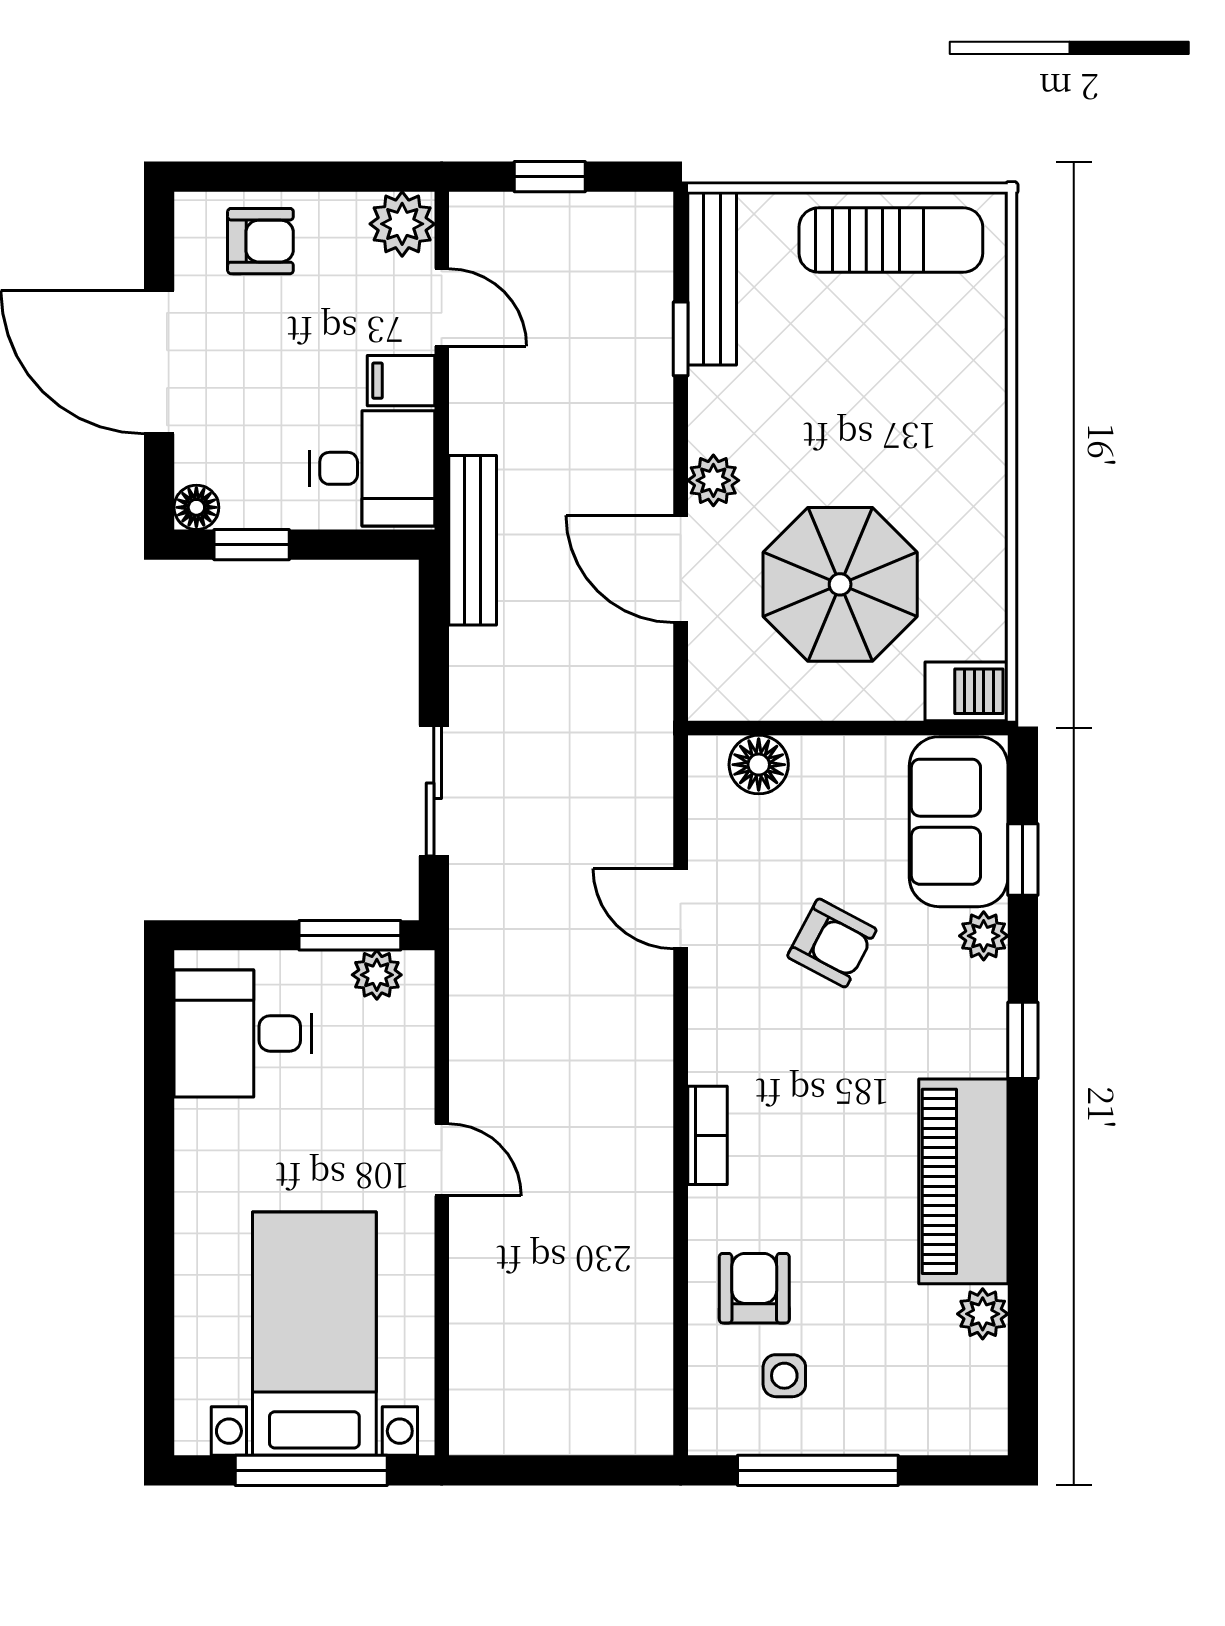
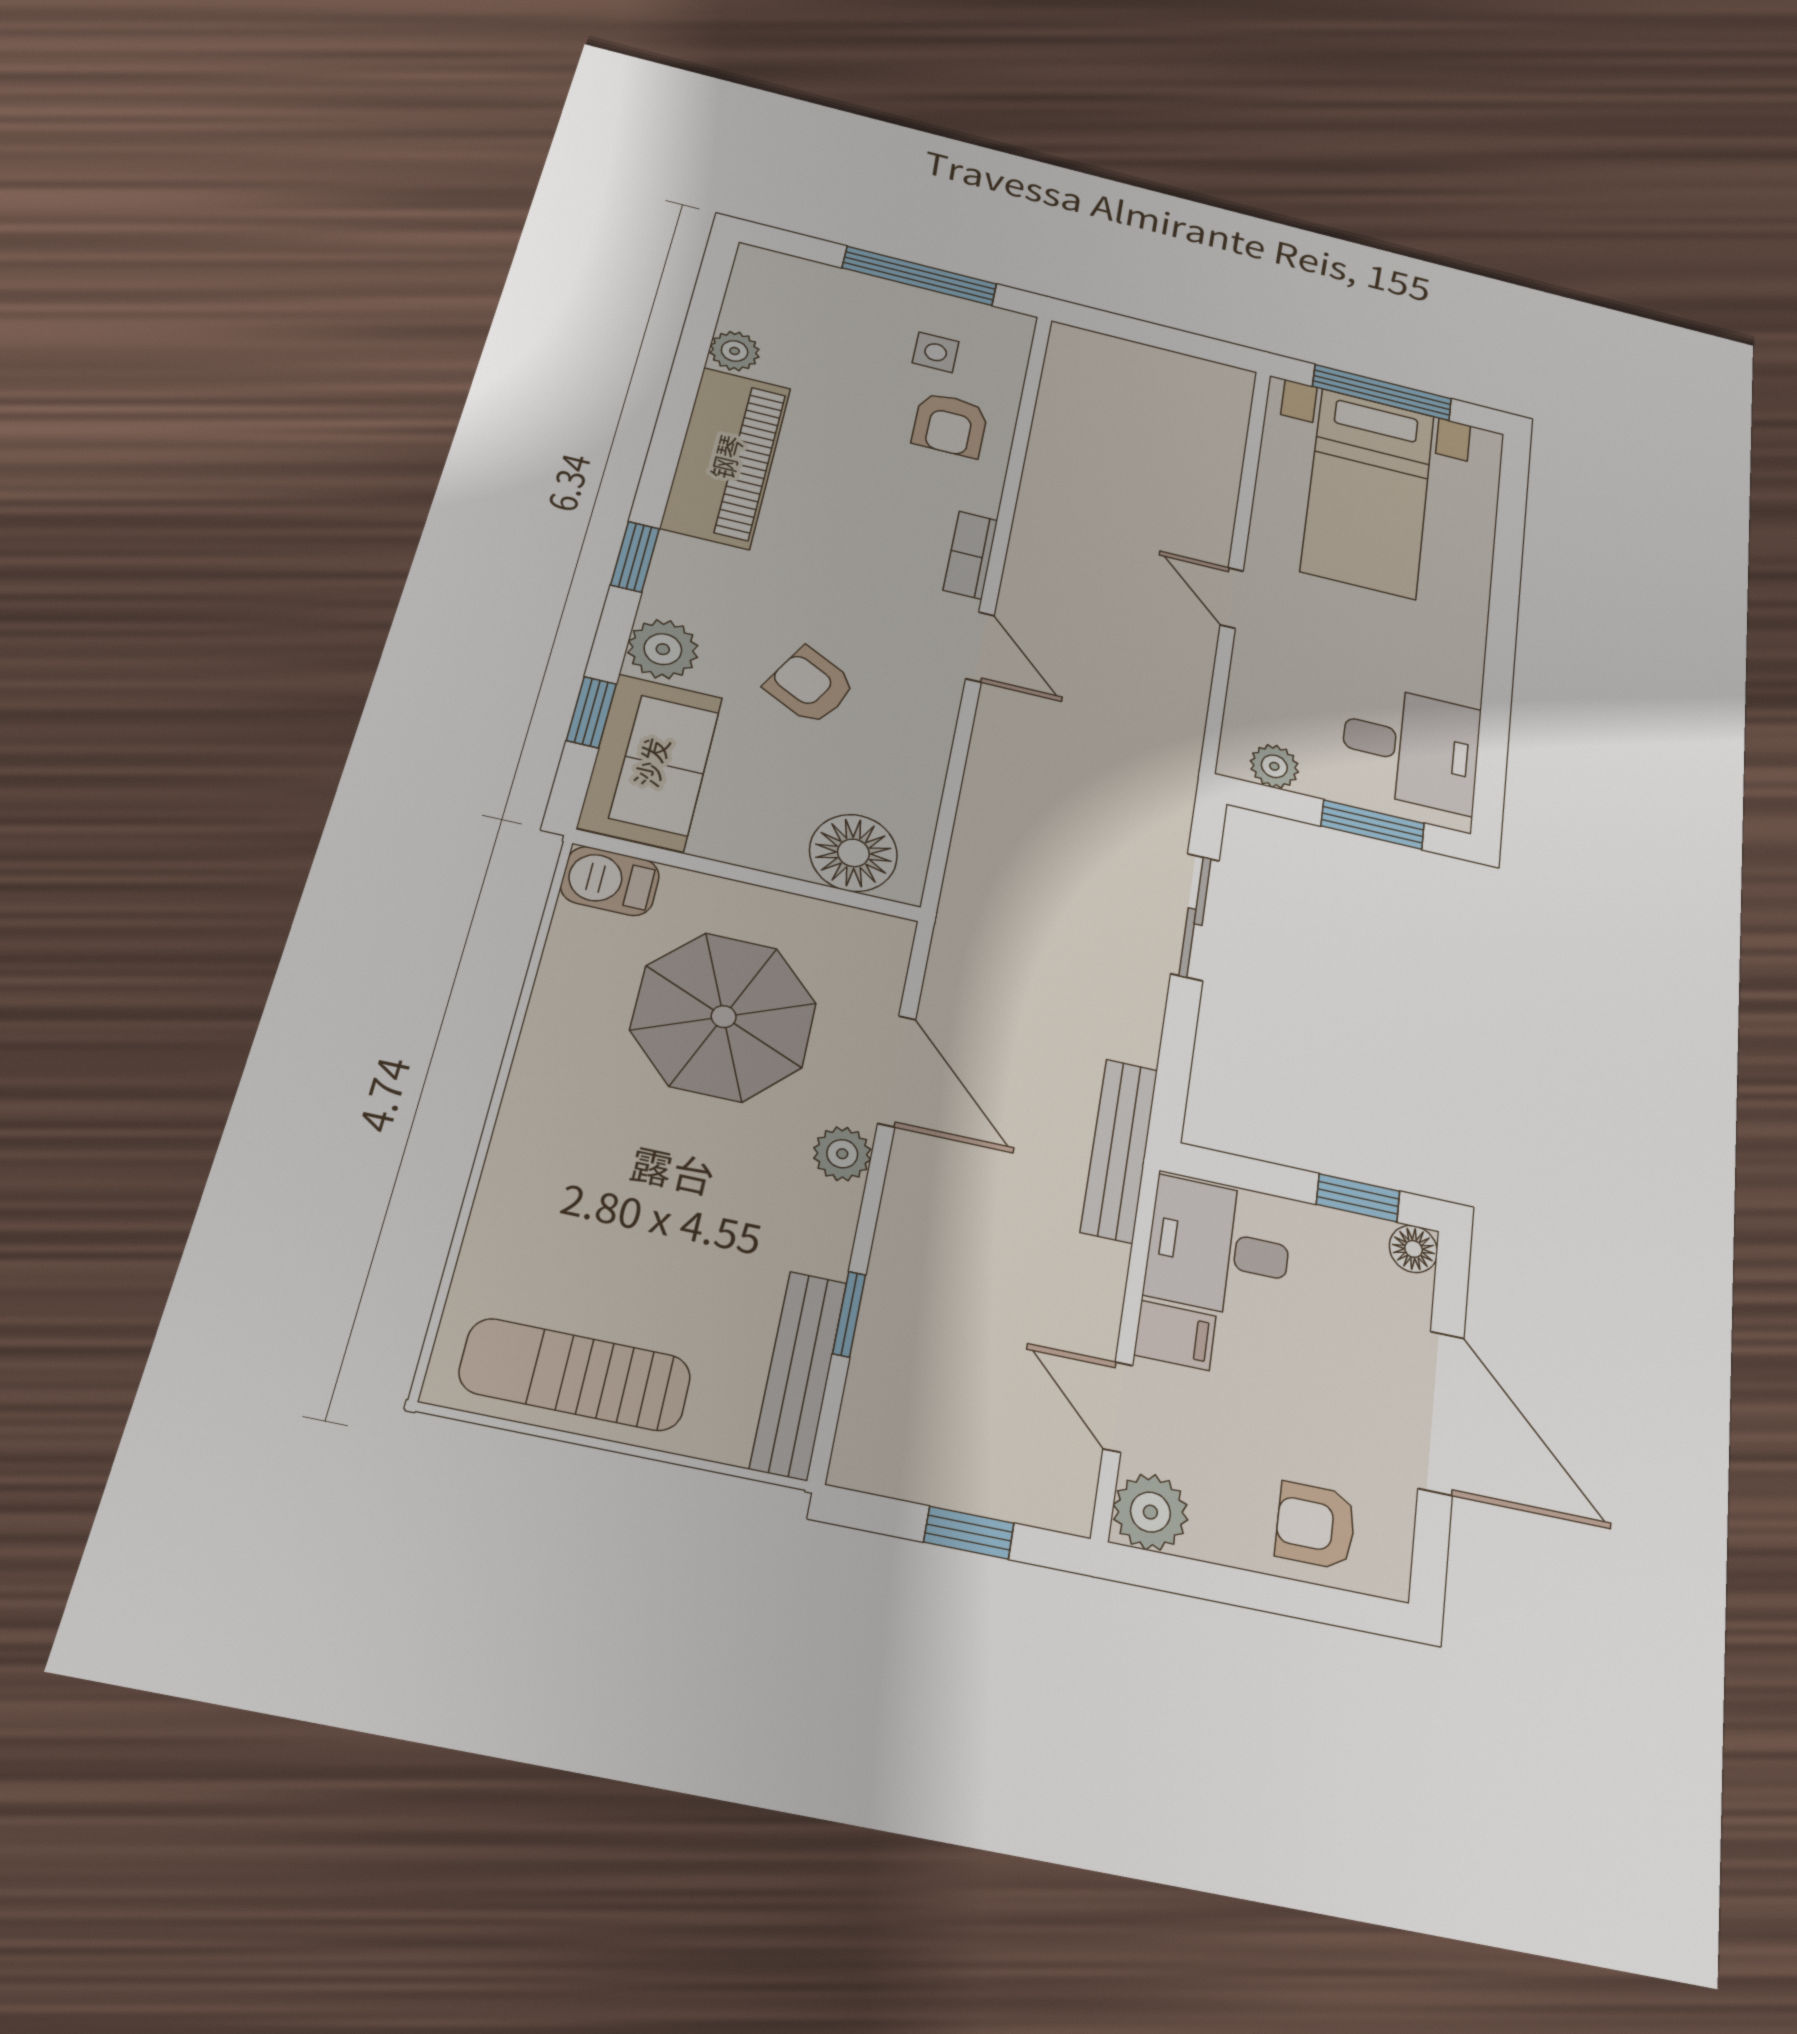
floor lamp: (759, 765) -> (853, 853), width x1.38, depth x1.38
door: (681, 909) -> (980, 647), moved
window: (350, 935) -> (1373, 825), moved
plant: (984, 936) -> (663, 649), width x1.38, depth x1.38

